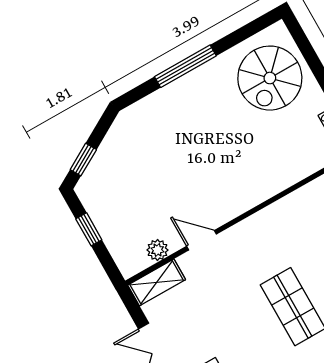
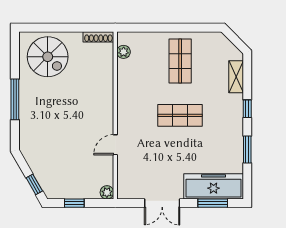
plant: (157, 250) -> (107, 192), moved
shelving: (157, 282) -> (124, 182), removed

